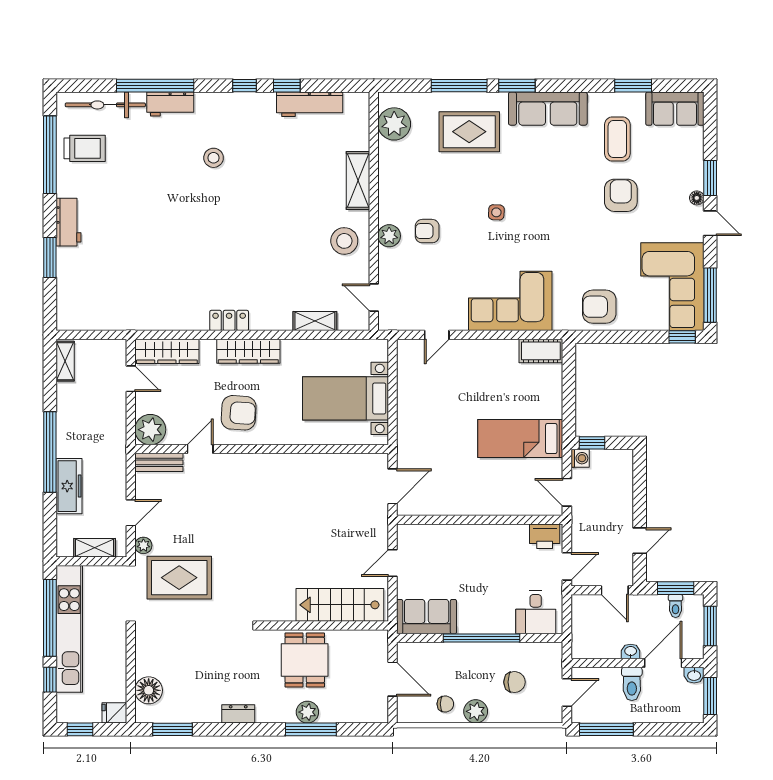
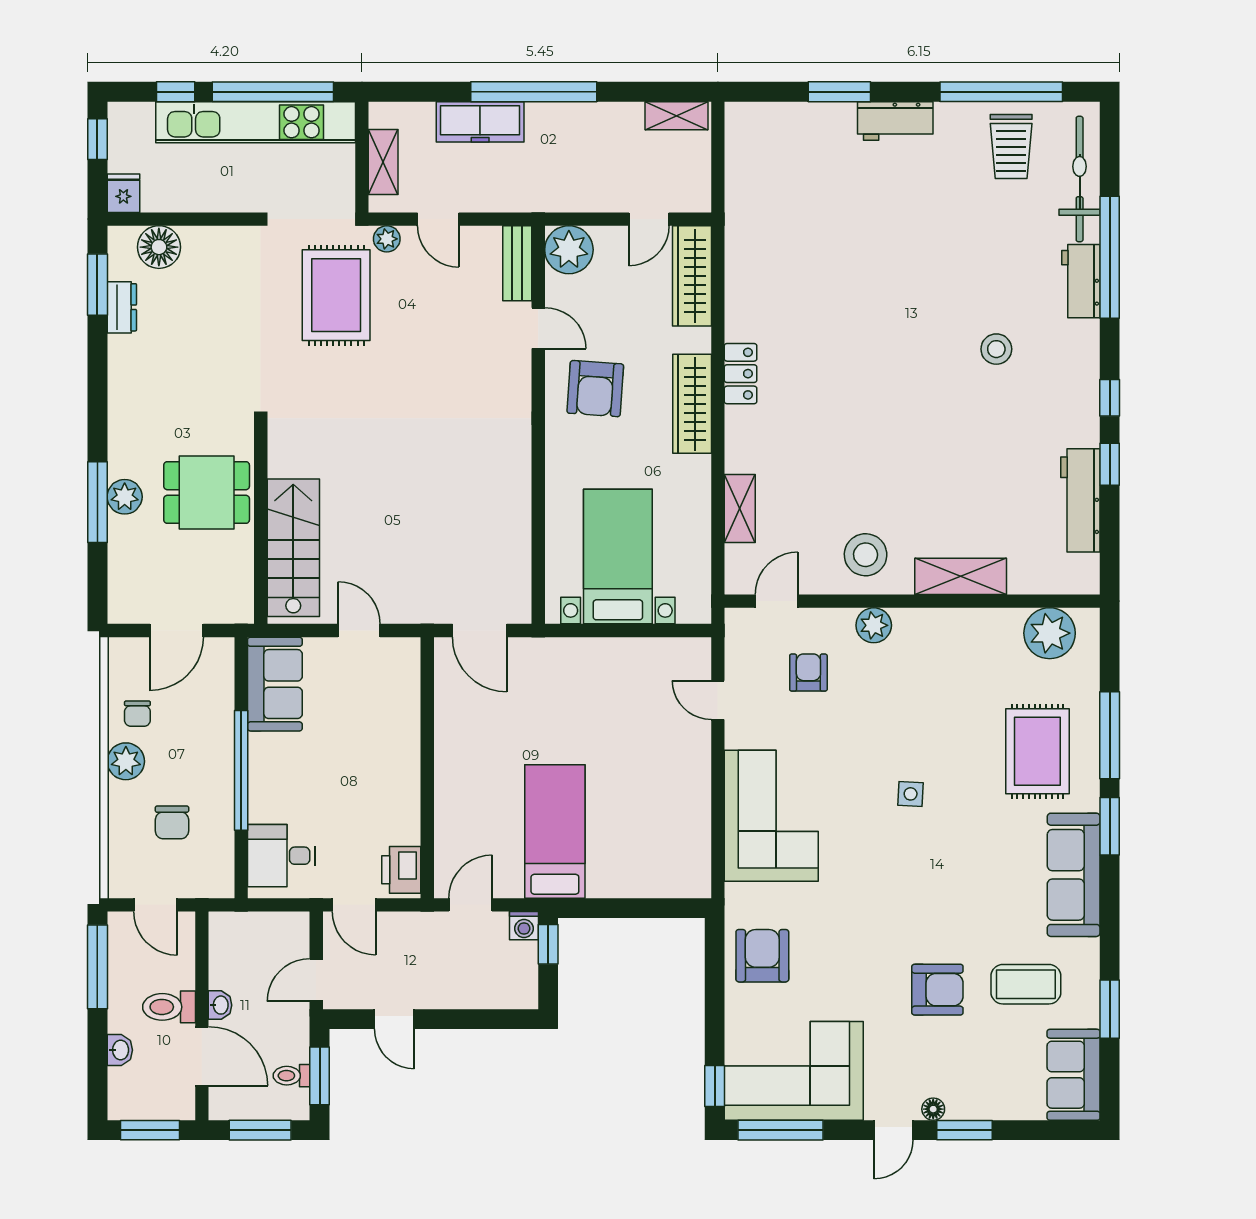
armchair: (427, 231) -> (808, 673), moved
cot: (541, 351) -> (693, 864), removed
washbasin: (694, 675) -> (120, 1050), moved, turned 180
dresser: (238, 714) -> (122, 307), moved

